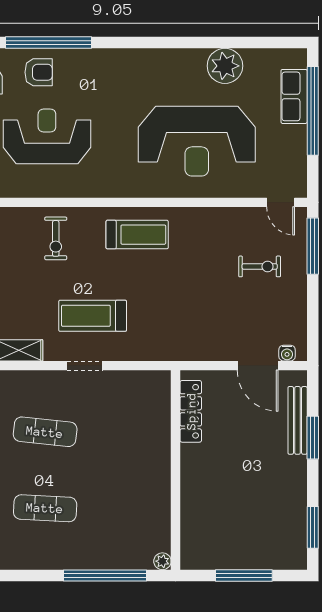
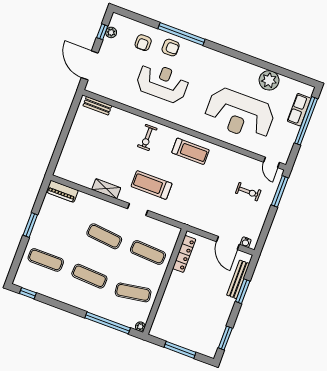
exercise mat: (129, 432) -> (148, 253), added
exercise mat: (129, 508) -> (133, 292), added

